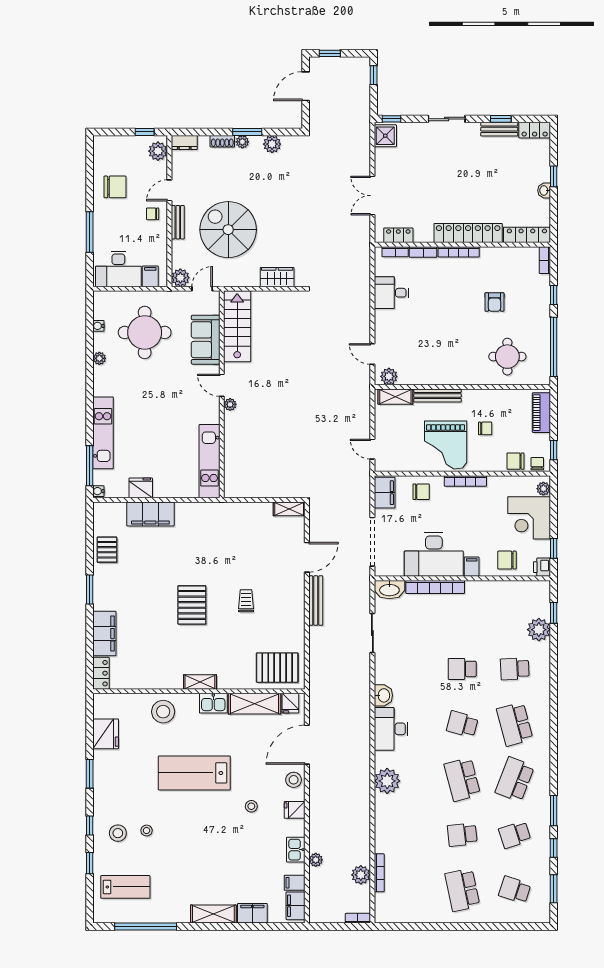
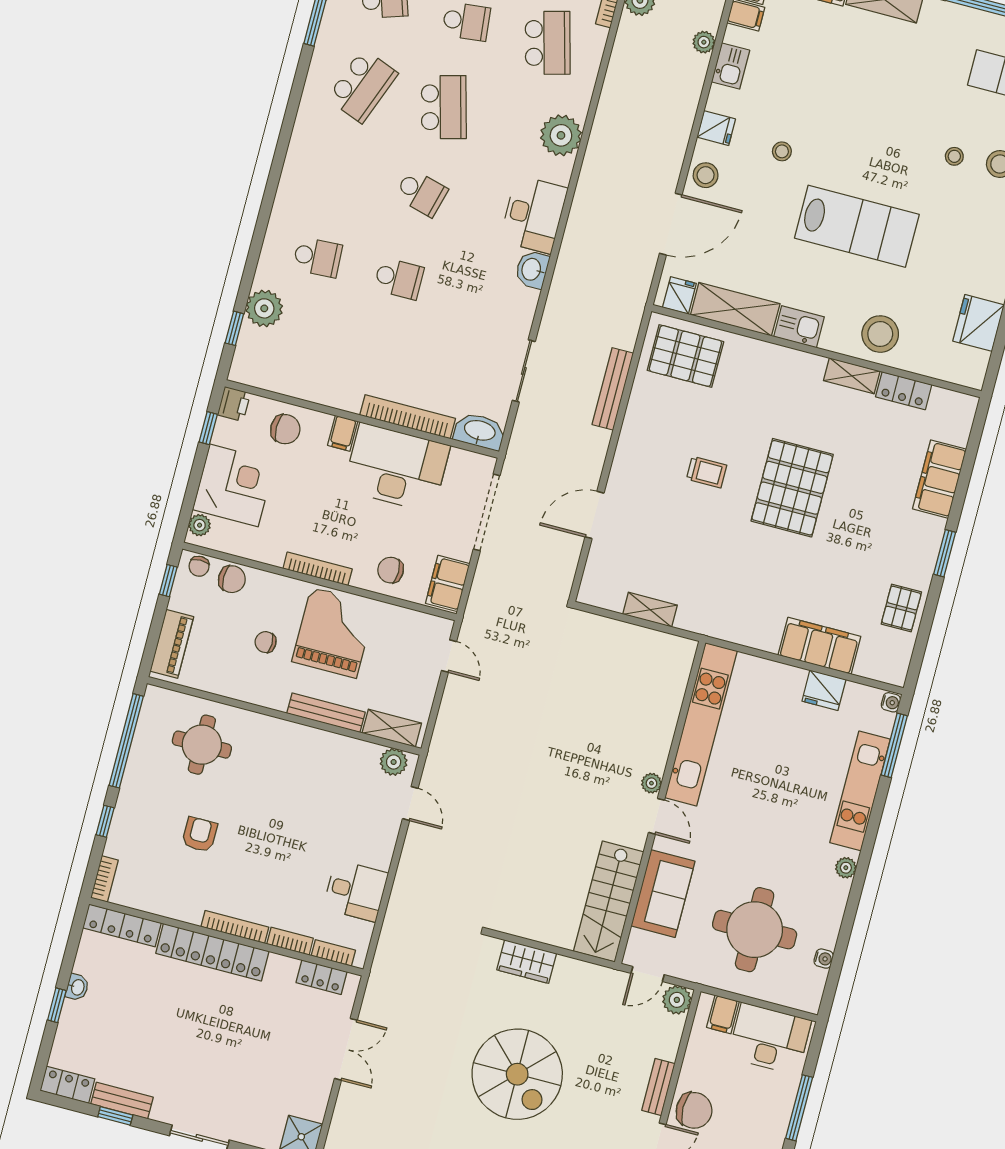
chair: (153, 214) -> (694, 1110), width x1.87, depth x1.87
spiral stairs: (228, 230) -> (517, 1074), moved
plant: (99, 358) -> (846, 868), moved
kitchen unit: (209, 461) -> (701, 724), width x1.36
shelving: (289, 509) -> (650, 610), moved
trolley: (246, 601) -> (707, 472), turned -90
bench: (316, 601) -> (613, 389), moved
pallet: (192, 605) -> (792, 488), width x1.37, depth x1.41
locker: (101, 673) -> (904, 391), moved, turned -90
shelving: (200, 682) -> (852, 376), moved
school desk: (515, 724) -> (548, 43), moved

